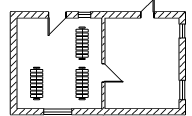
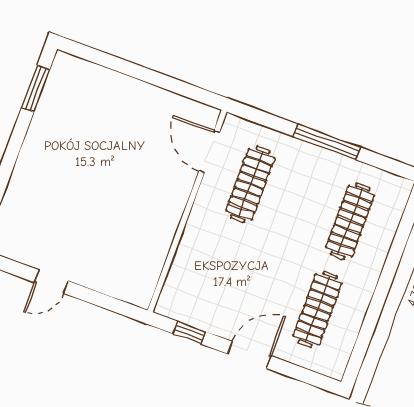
clothes rail: (82, 43) -> (318, 309), moved
door: (103, 73) -> (209, 151), moved

